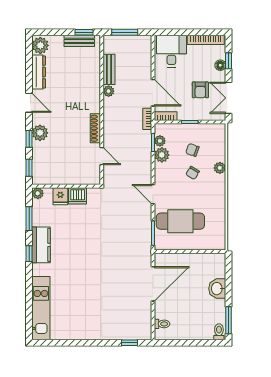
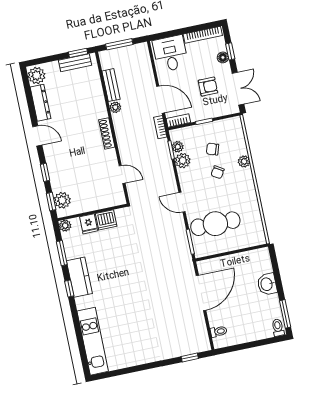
armchair: (200, 90) -> (208, 87), turned -90
double door: (228, 98) -> (238, 89), swing flipped
shoe rack: (95, 128) -> (107, 133), moved
plant: (40, 133) -> (62, 200), moved

